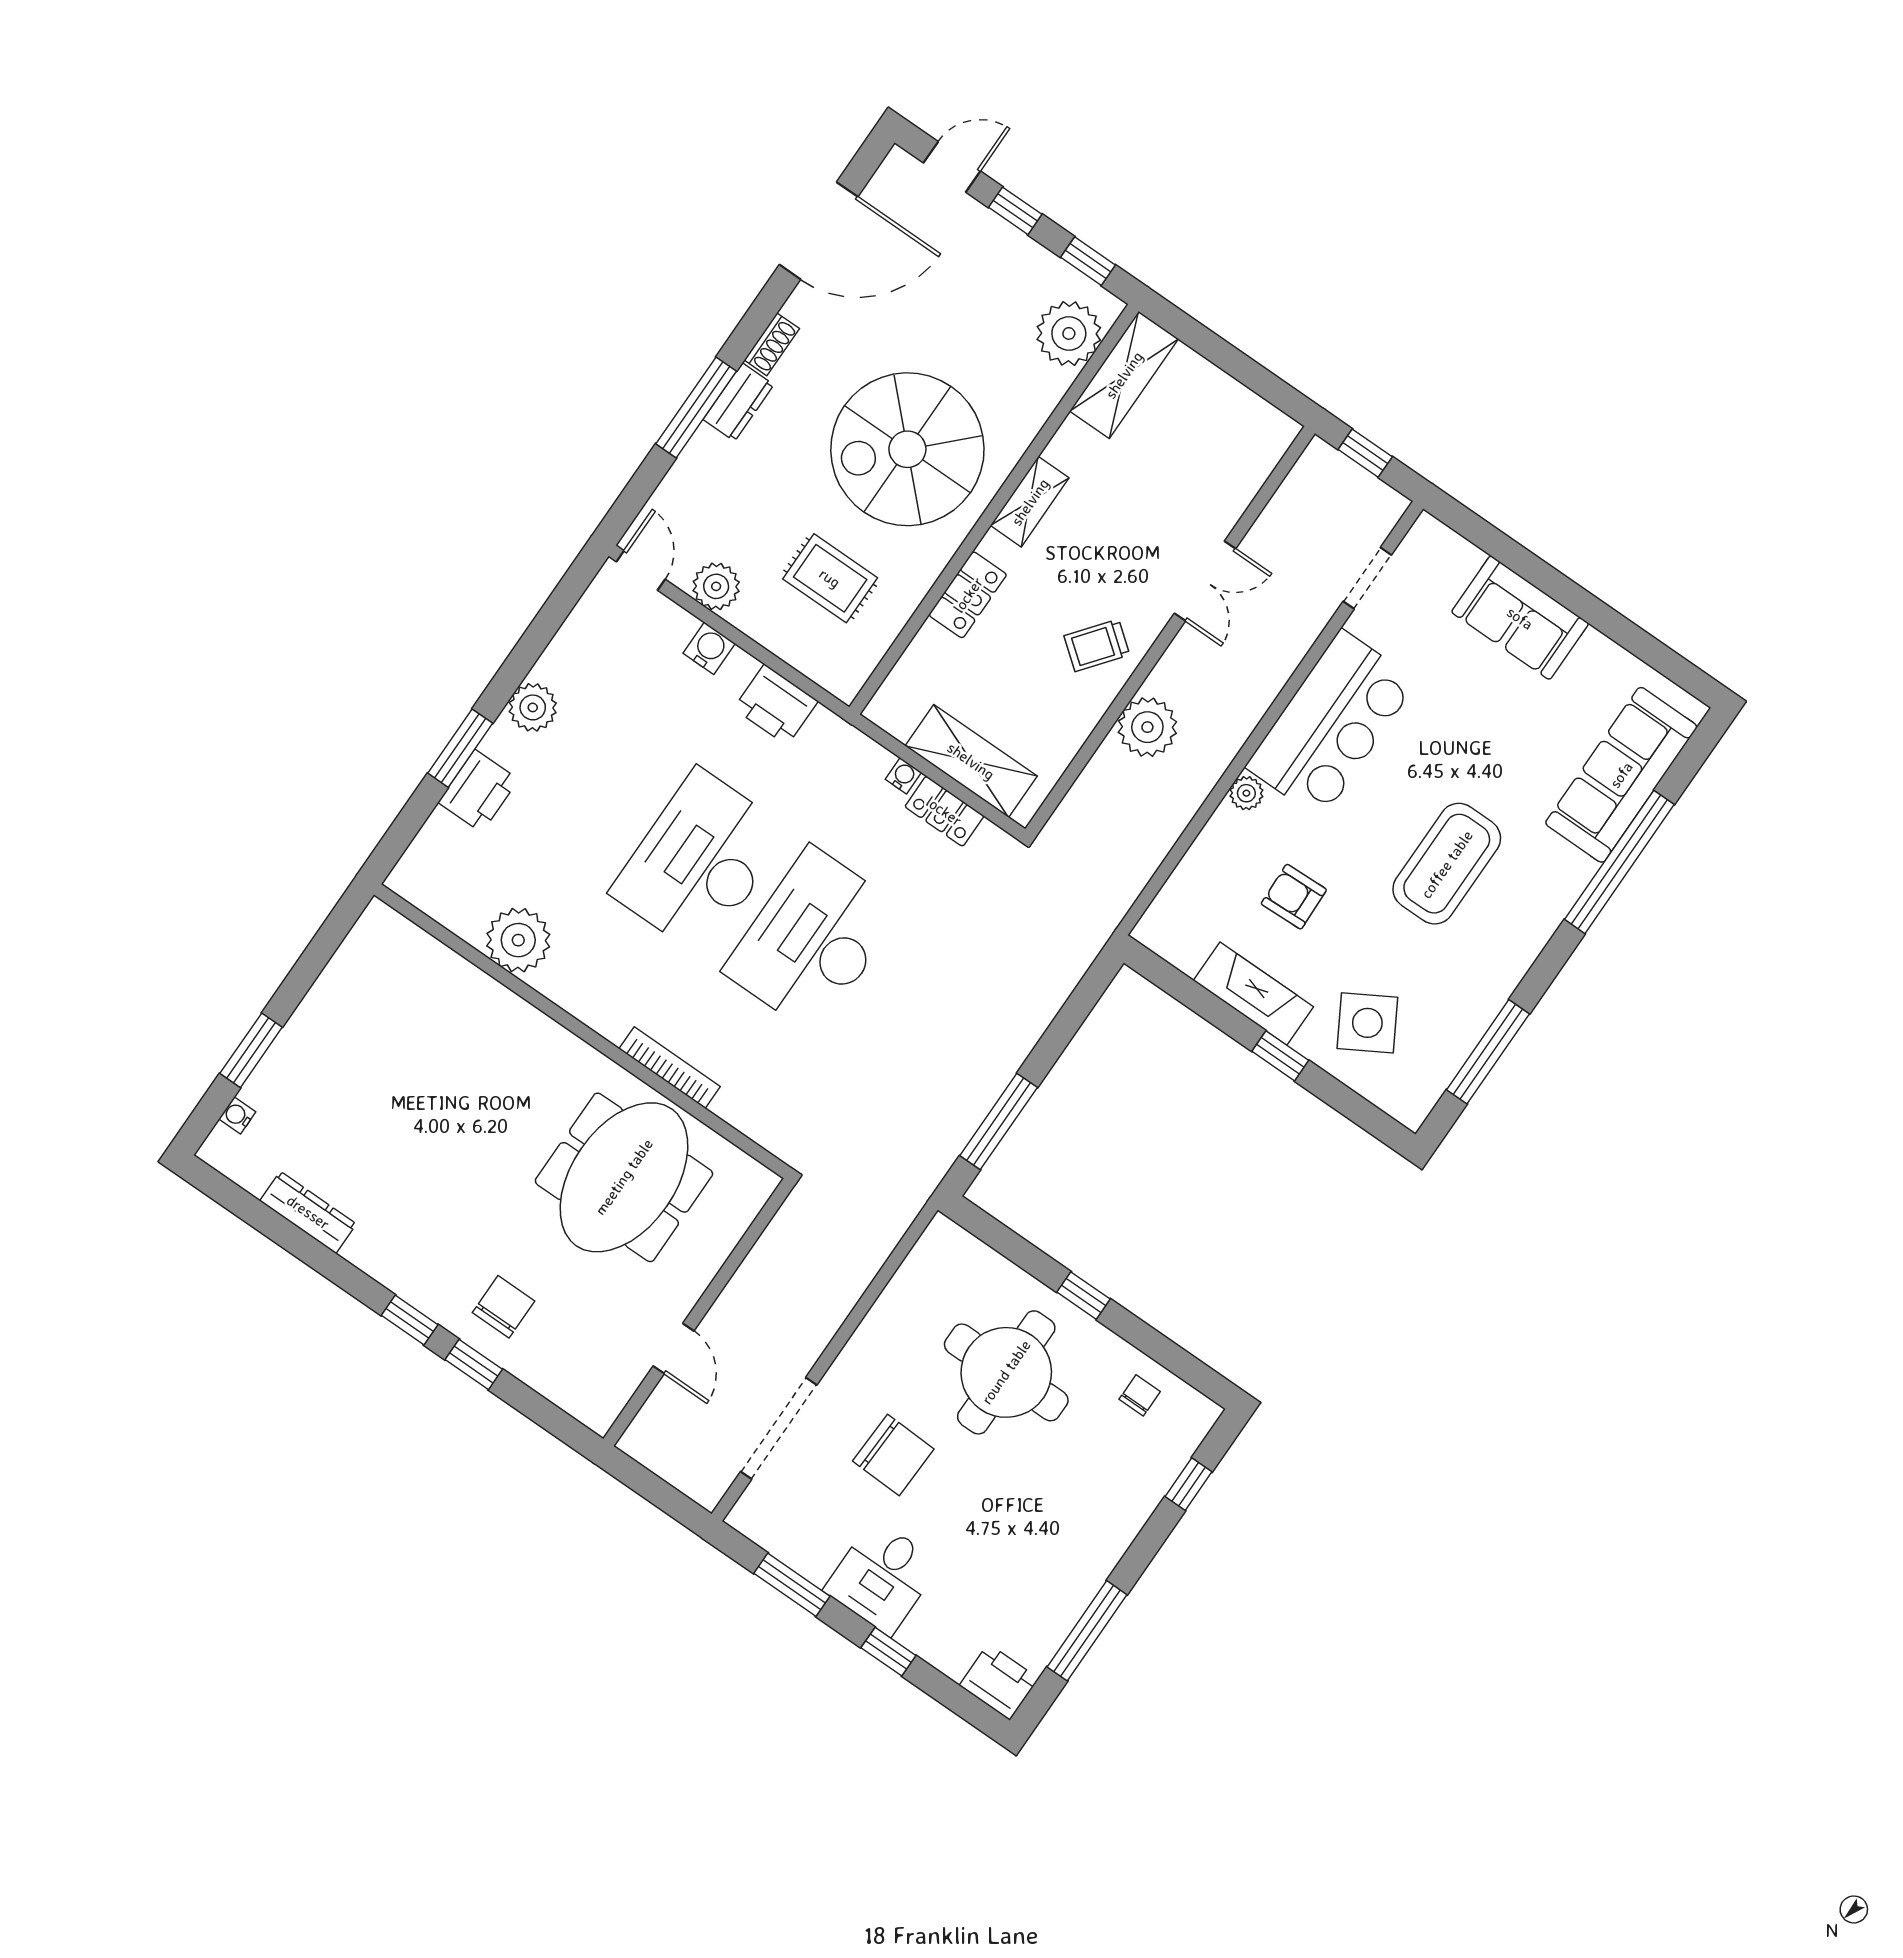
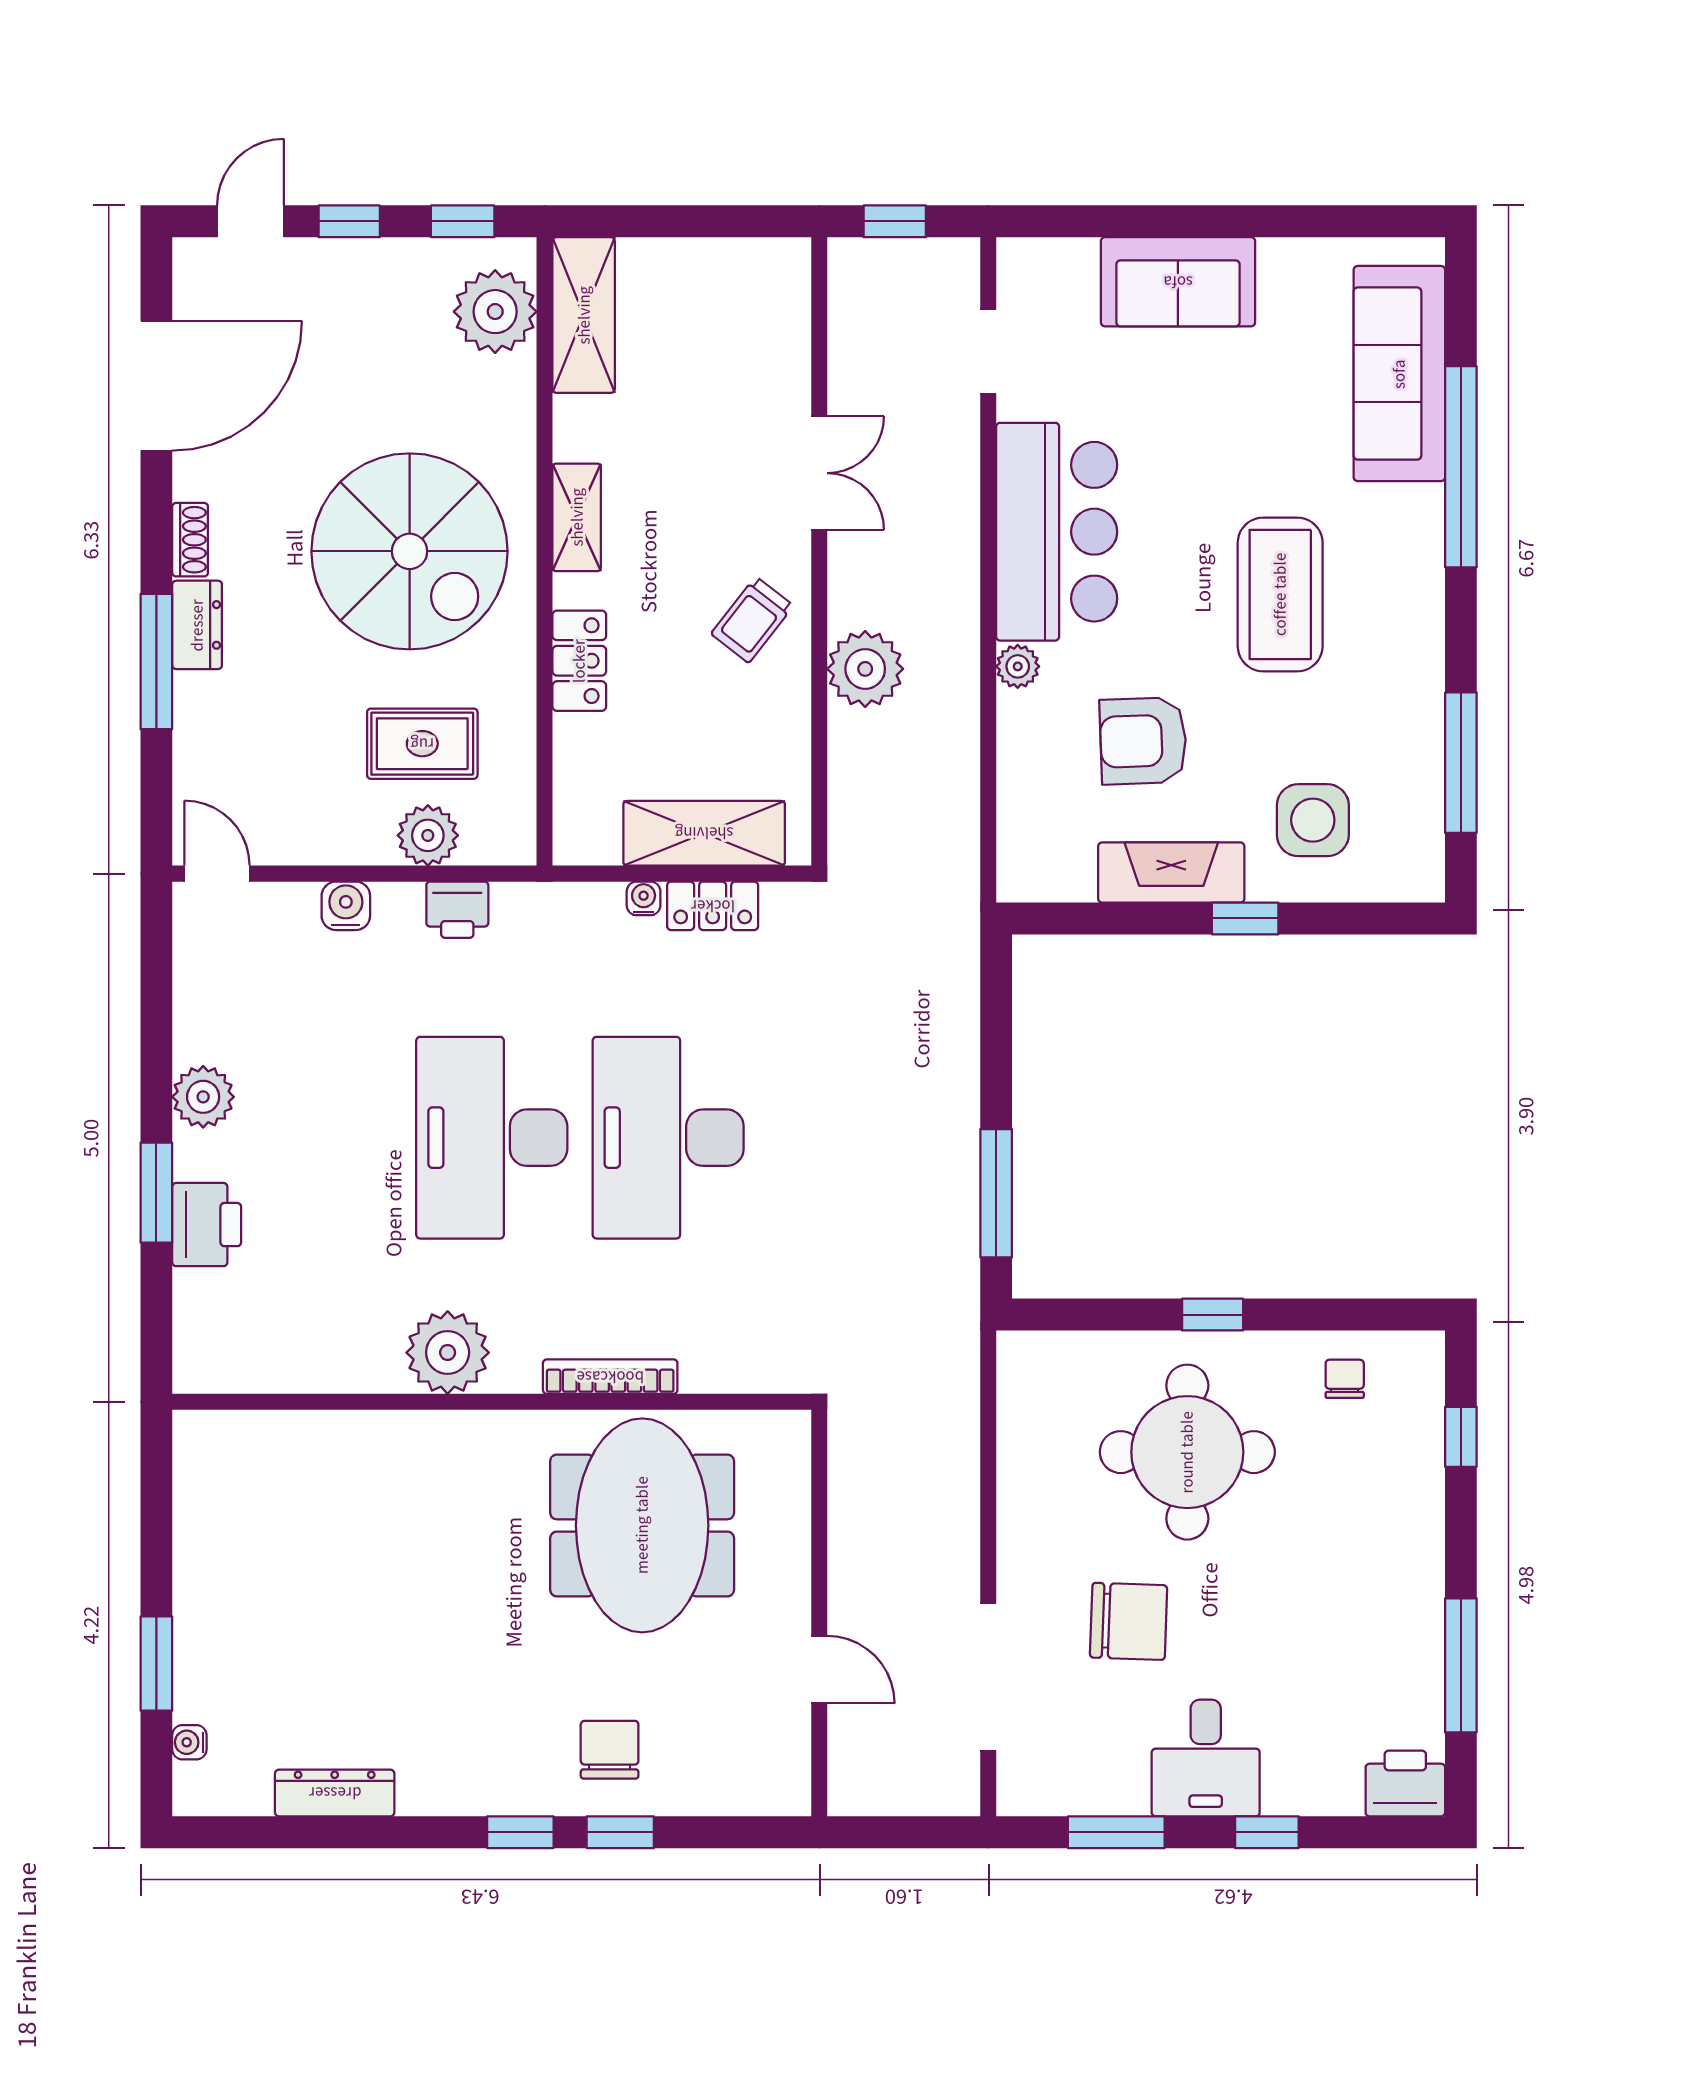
spiral stairs: (907, 449) -> (410, 551), turned -90
plant: (716, 586) -> (428, 835), moved
printer: (776, 705) -> (457, 910), width x0.73, depth x0.81
armchair: (1294, 897) -> (1143, 741), width x1.38, depth x1.38
plant: (518, 940) -> (448, 1353), moved
side table: (1367, 1023) -> (1313, 820), turned 30

